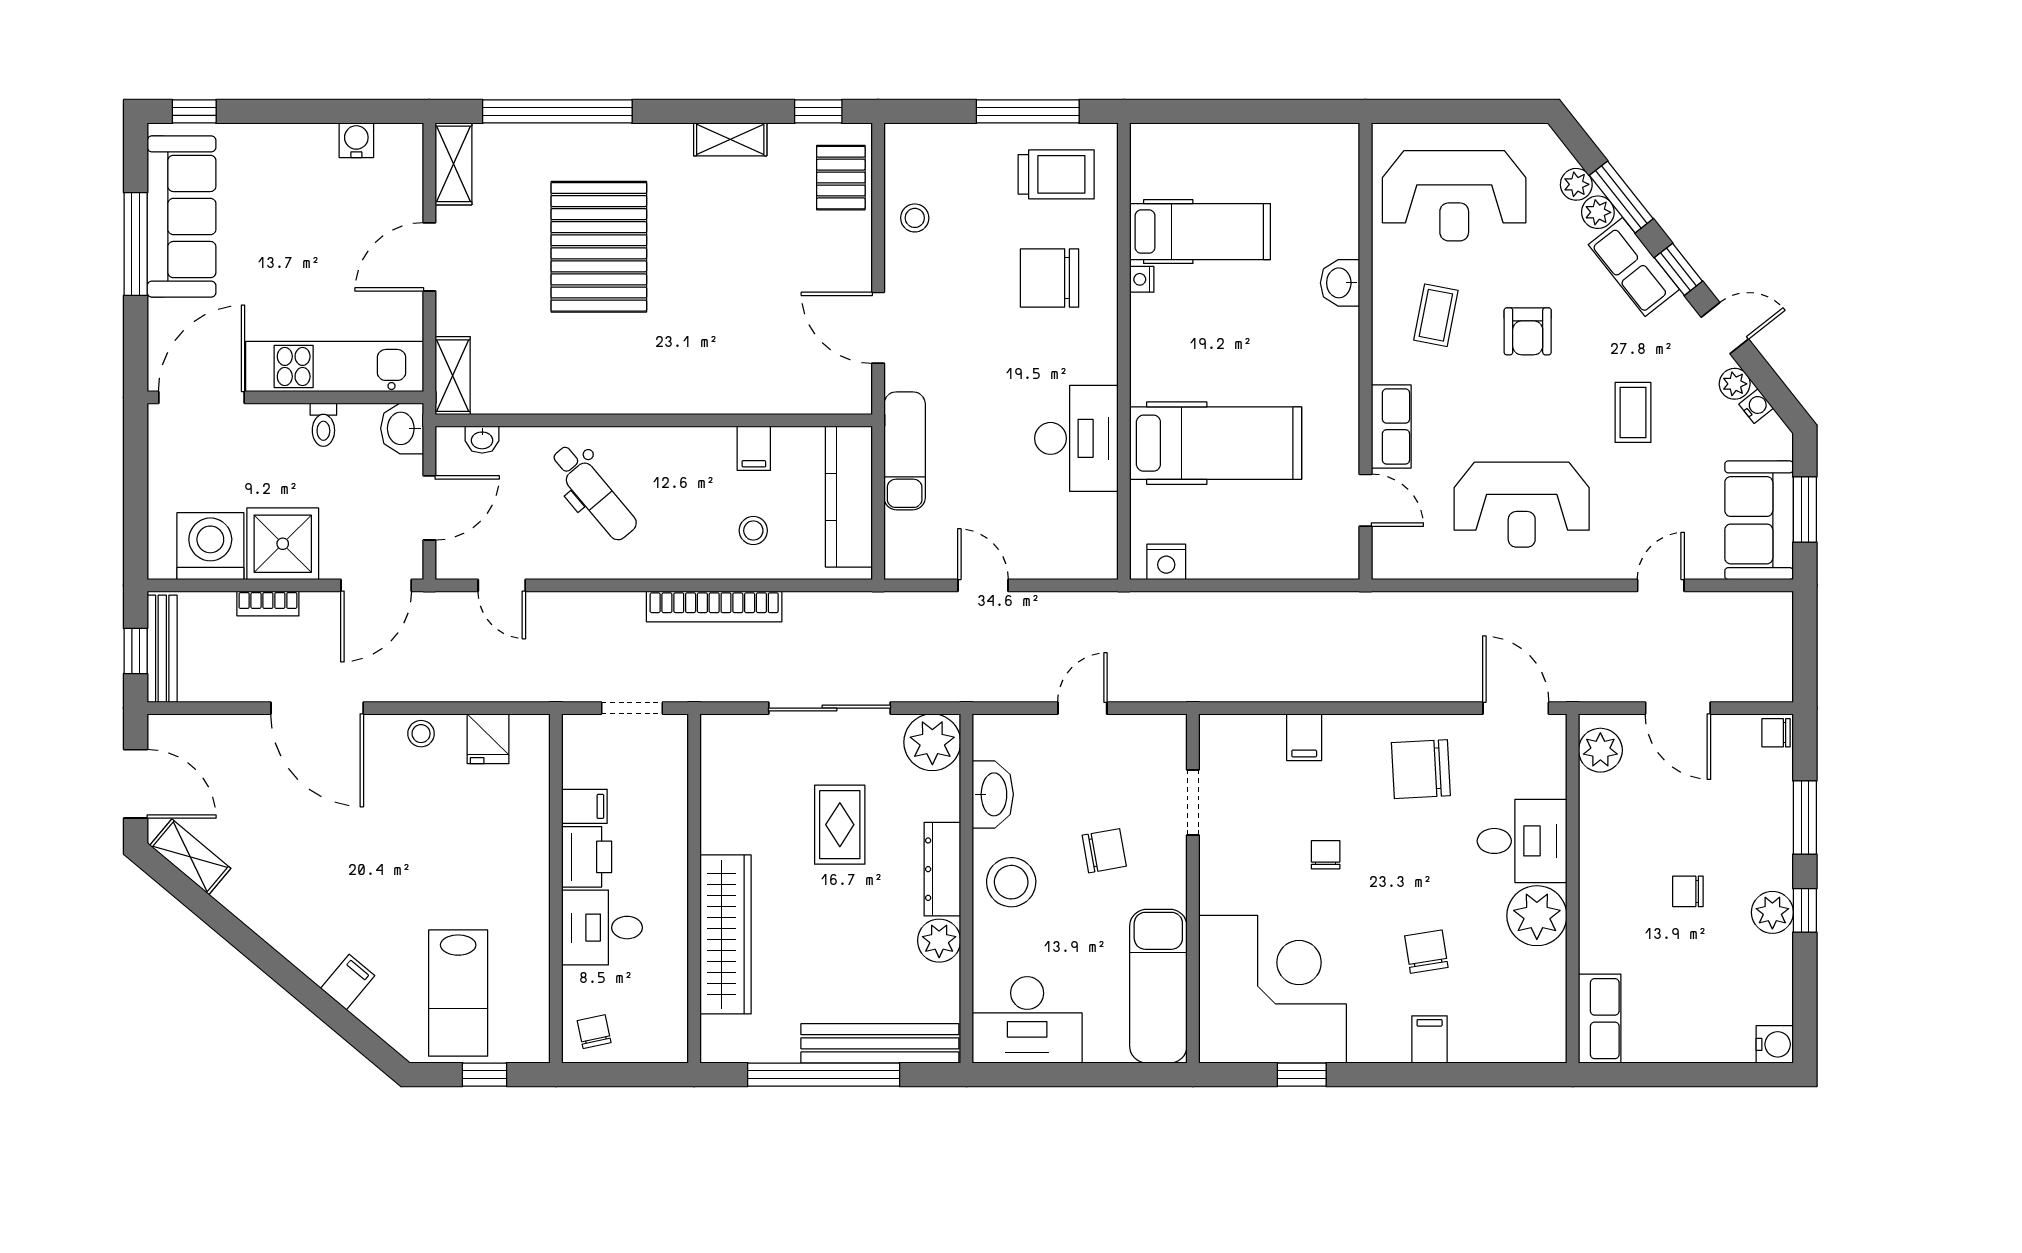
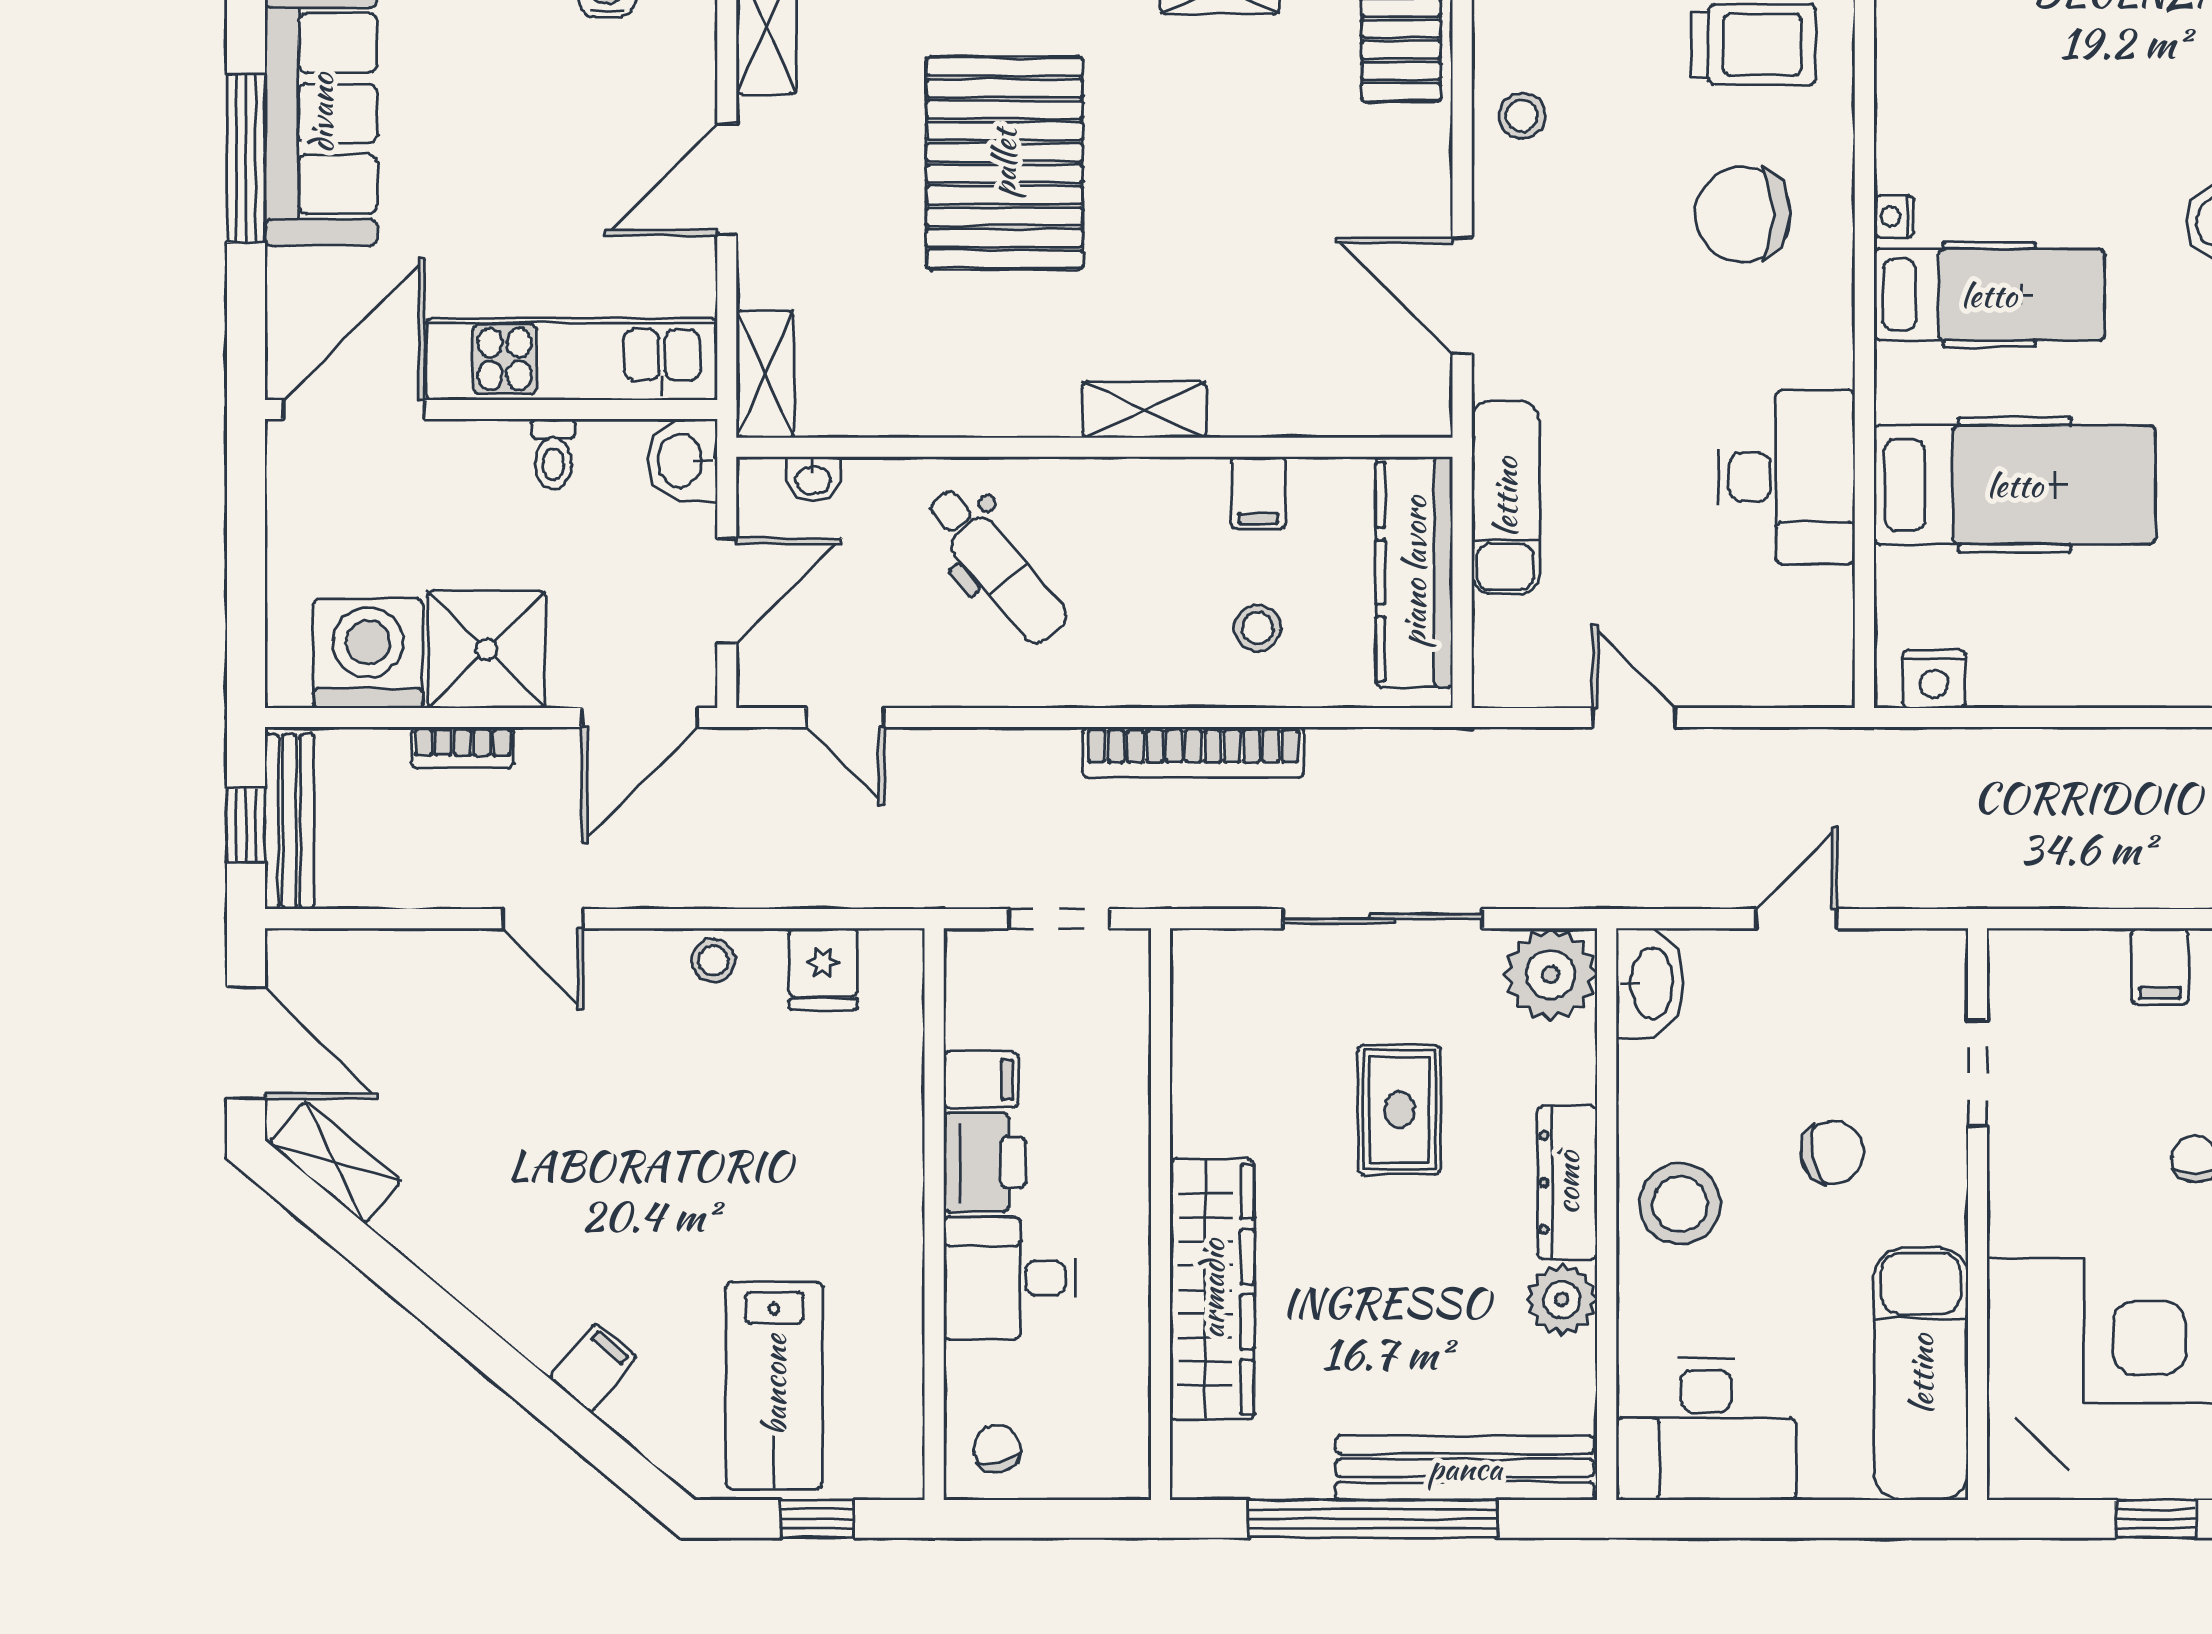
hospital bed: (1200, 232) -> (1989, 295), moved
shelving: (684, 397) -> (1144, 410), added
door: (317, 708) -> (543, 919), width x0.53
washbasin: (993, 794) -> (1650, 983), moved

